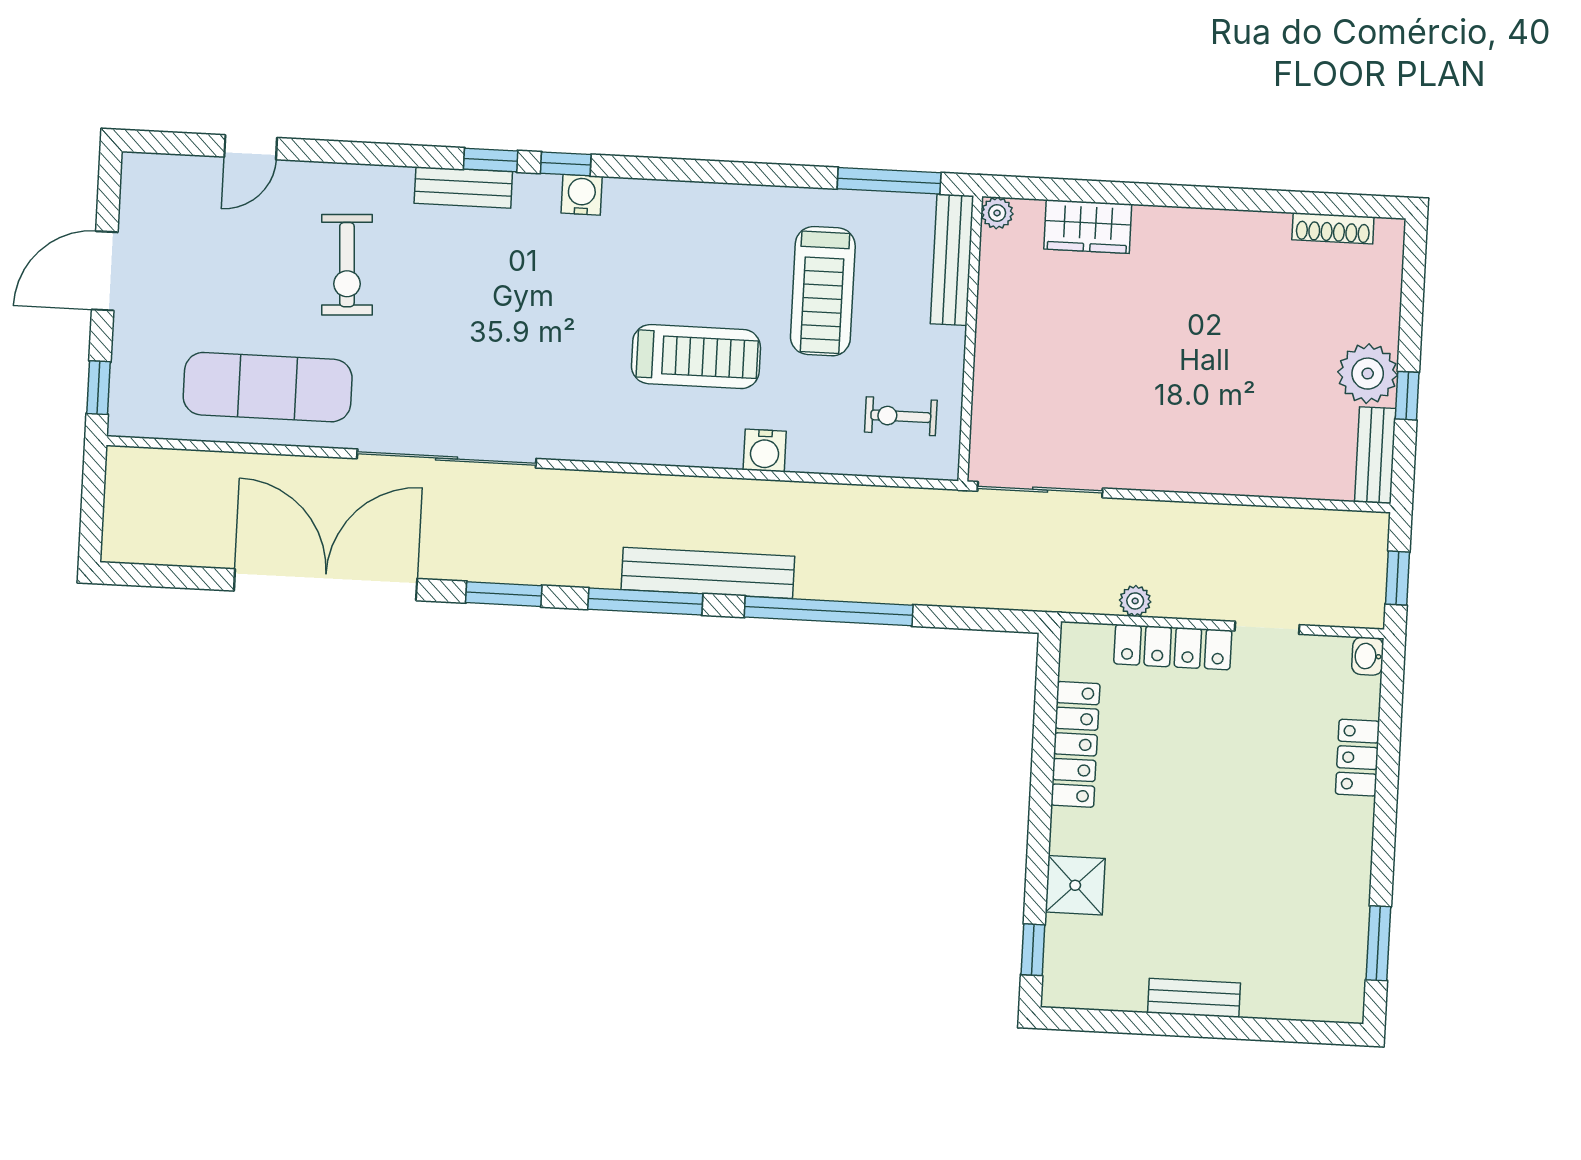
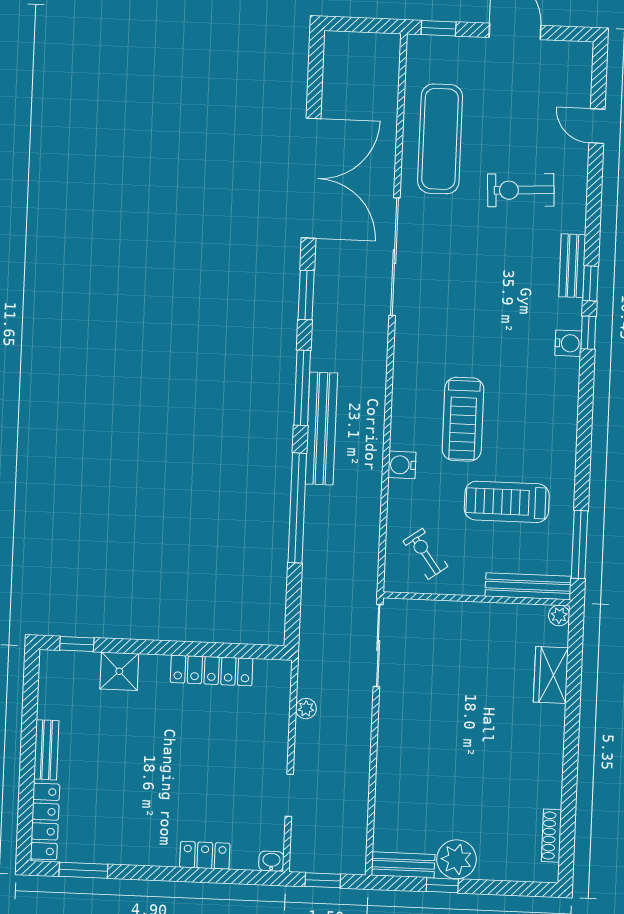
exercise bike: (901, 416) -> (425, 554), turned -36
locker: (1173, 647) -> (45, 822), moved, turned 180

